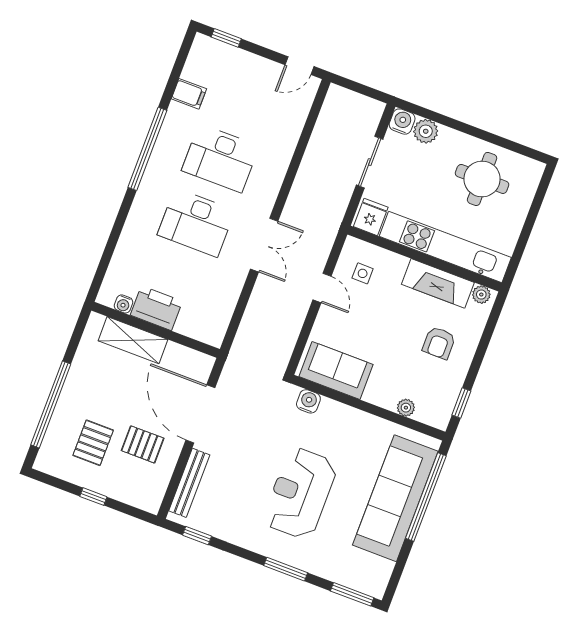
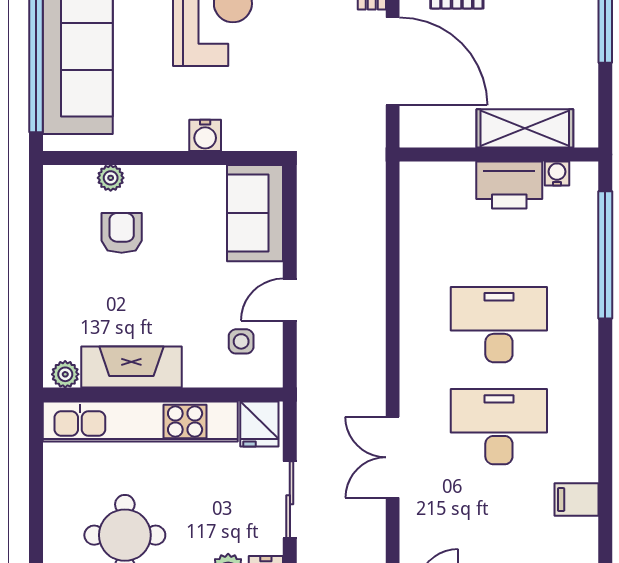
window: (147, 149) -> (605, 255), moved
double door: (264, 245) -> (393, 457), moved
door: (322, 288) -> (290, 300), hinge flipped
armchair: (439, 343) -> (122, 233), moved
sofa: (336, 370) -> (255, 213), moved, turned 90
water cooler: (308, 401) -> (205, 135), moved
window: (461, 403) -> (36, 213), removed

